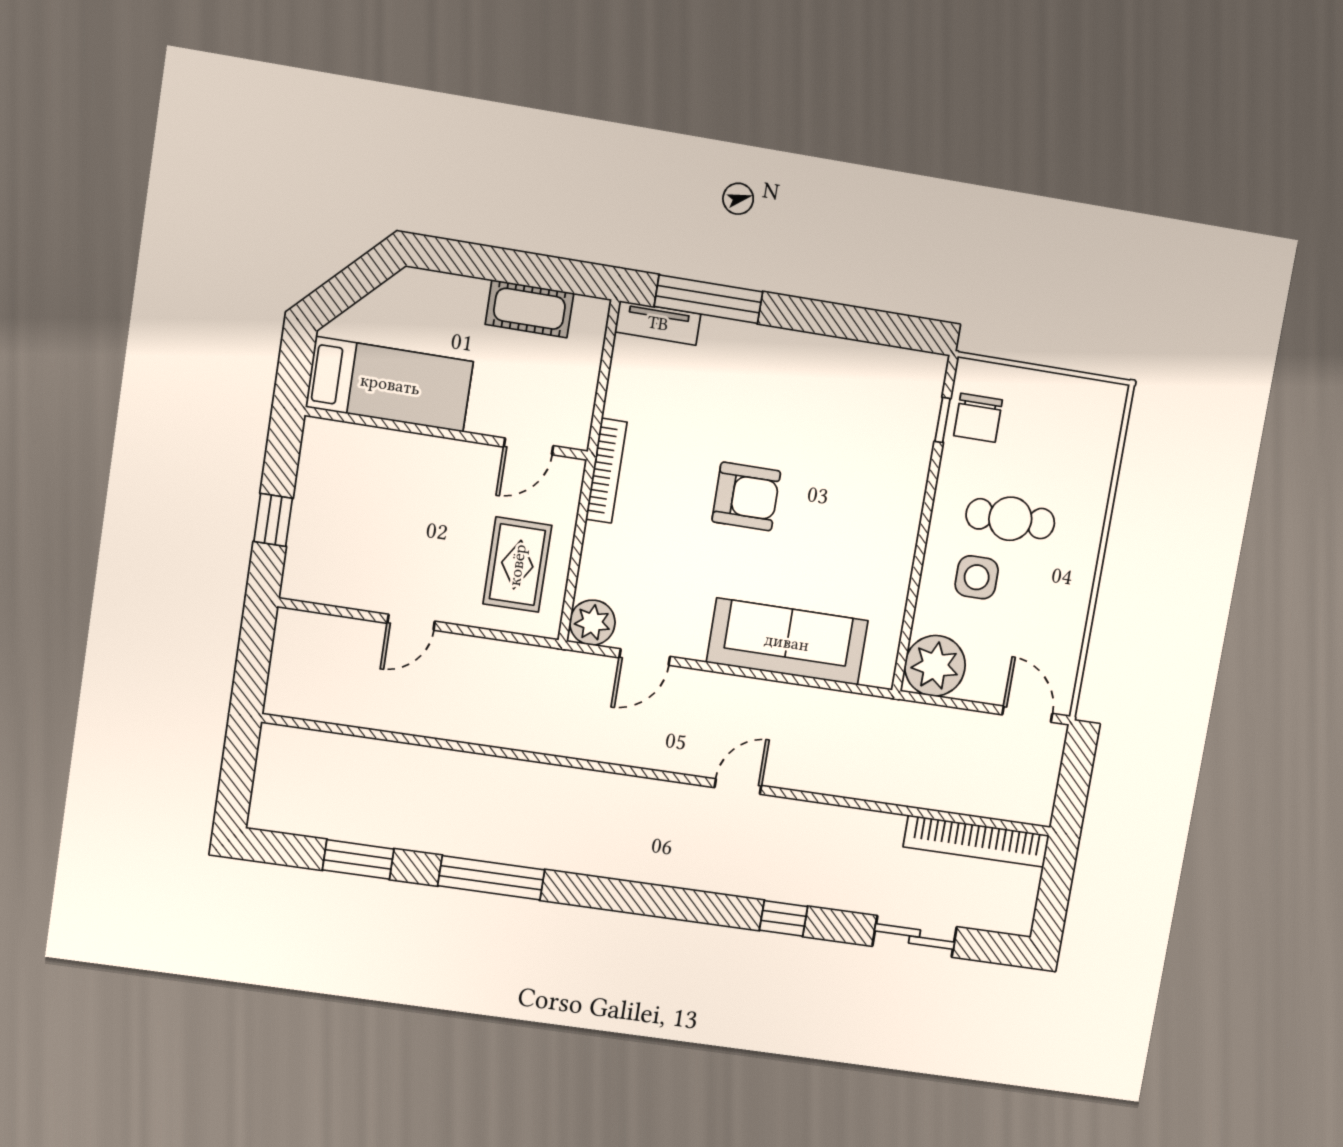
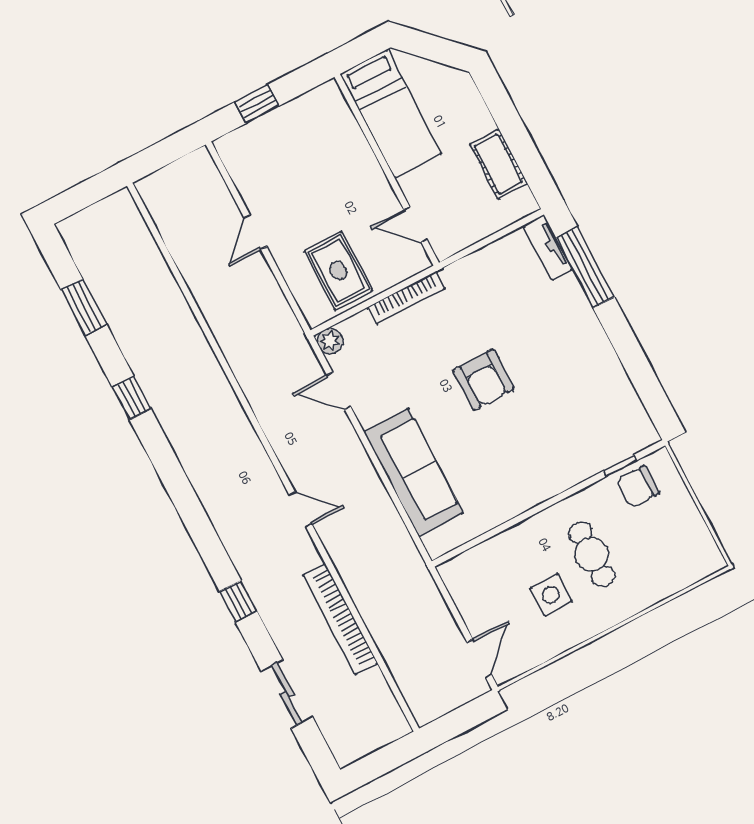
bookcase: (606, 471) -> (406, 298), moved
rug: (517, 565) -> (338, 271), turned 90
side table: (977, 577) -> (551, 595), moved
door: (411, 622) -> (255, 232), hinge flipped
plant: (592, 623) -> (330, 341), width x0.73, depth x0.73
plant: (935, 666) -> (466, 577), removed
bookcase: (976, 841) -> (340, 619), moved
window: (491, 878) -> (132, 398), width x0.46

